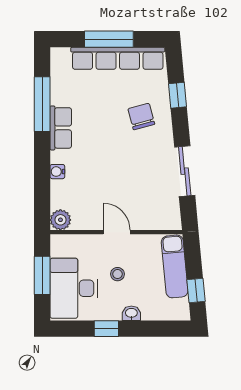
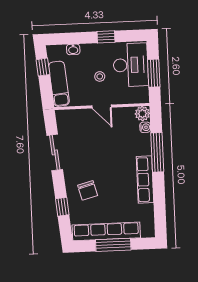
window: (42, 104) -> (157, 152), moved
row of seats: (61, 128) -> (145, 180), width x1.48
water cooler: (57, 172) -> (145, 127), moved
washbasin: (131, 313) -> (73, 49), moved

